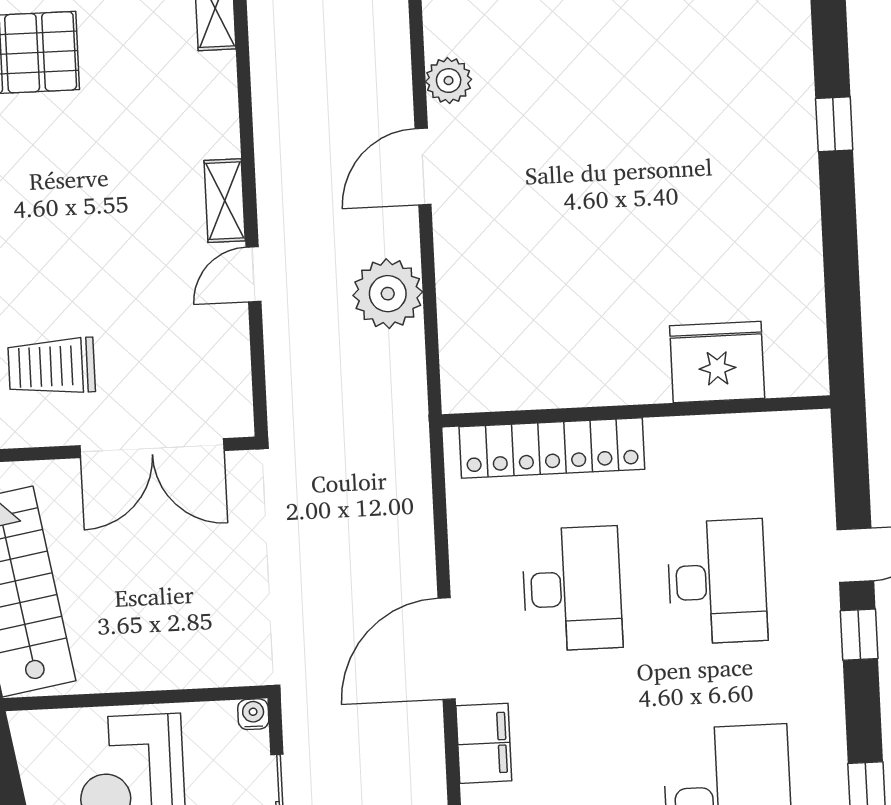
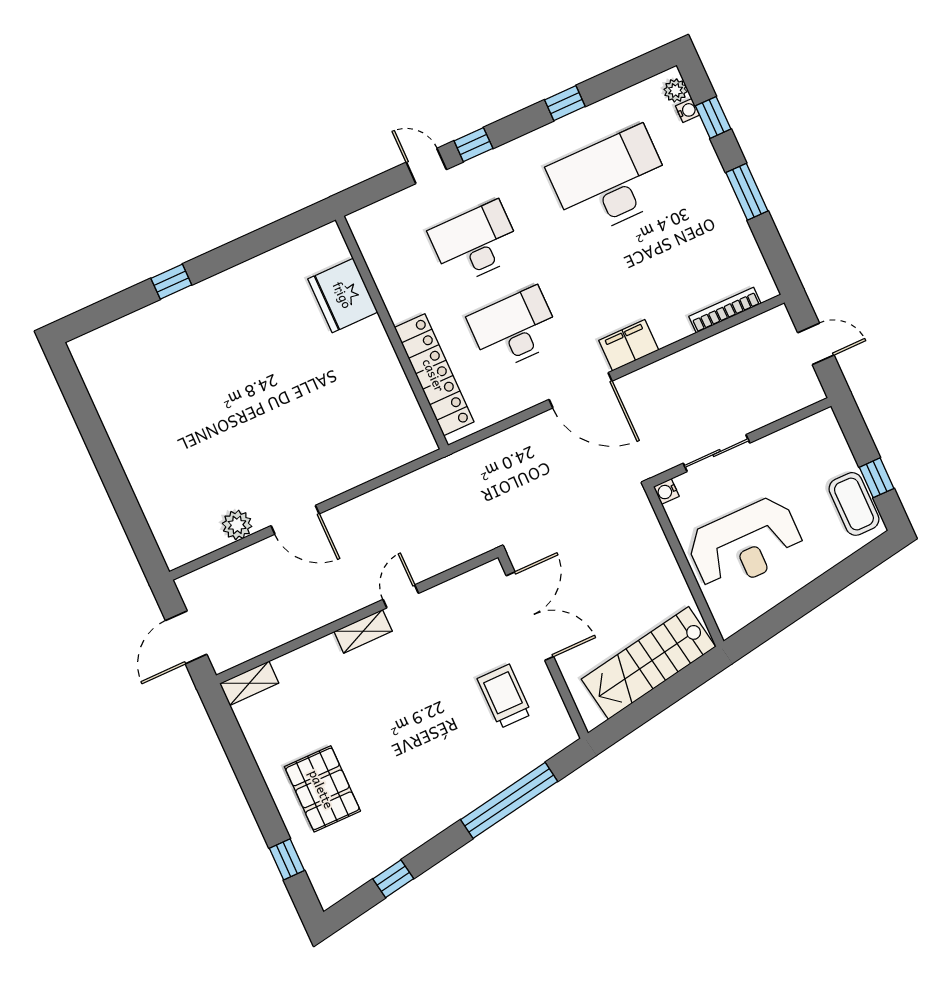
door: (253, 274) -> (401, 596), swing flipped
plant: (388, 294) -> (380, 511), removed
trolley: (51, 366) -> (505, 696), turned 180

